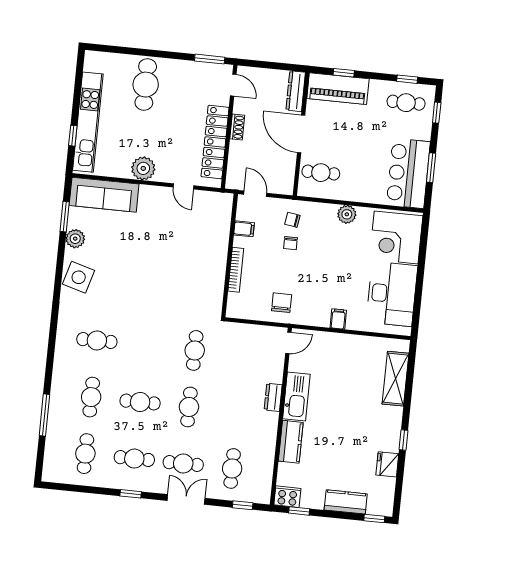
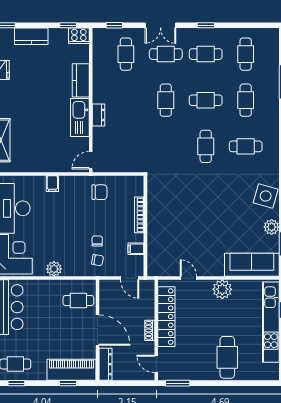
chair: (282, 303) -> (99, 192), turned -90
cafe table: (195, 350) -> (206, 146), moved

